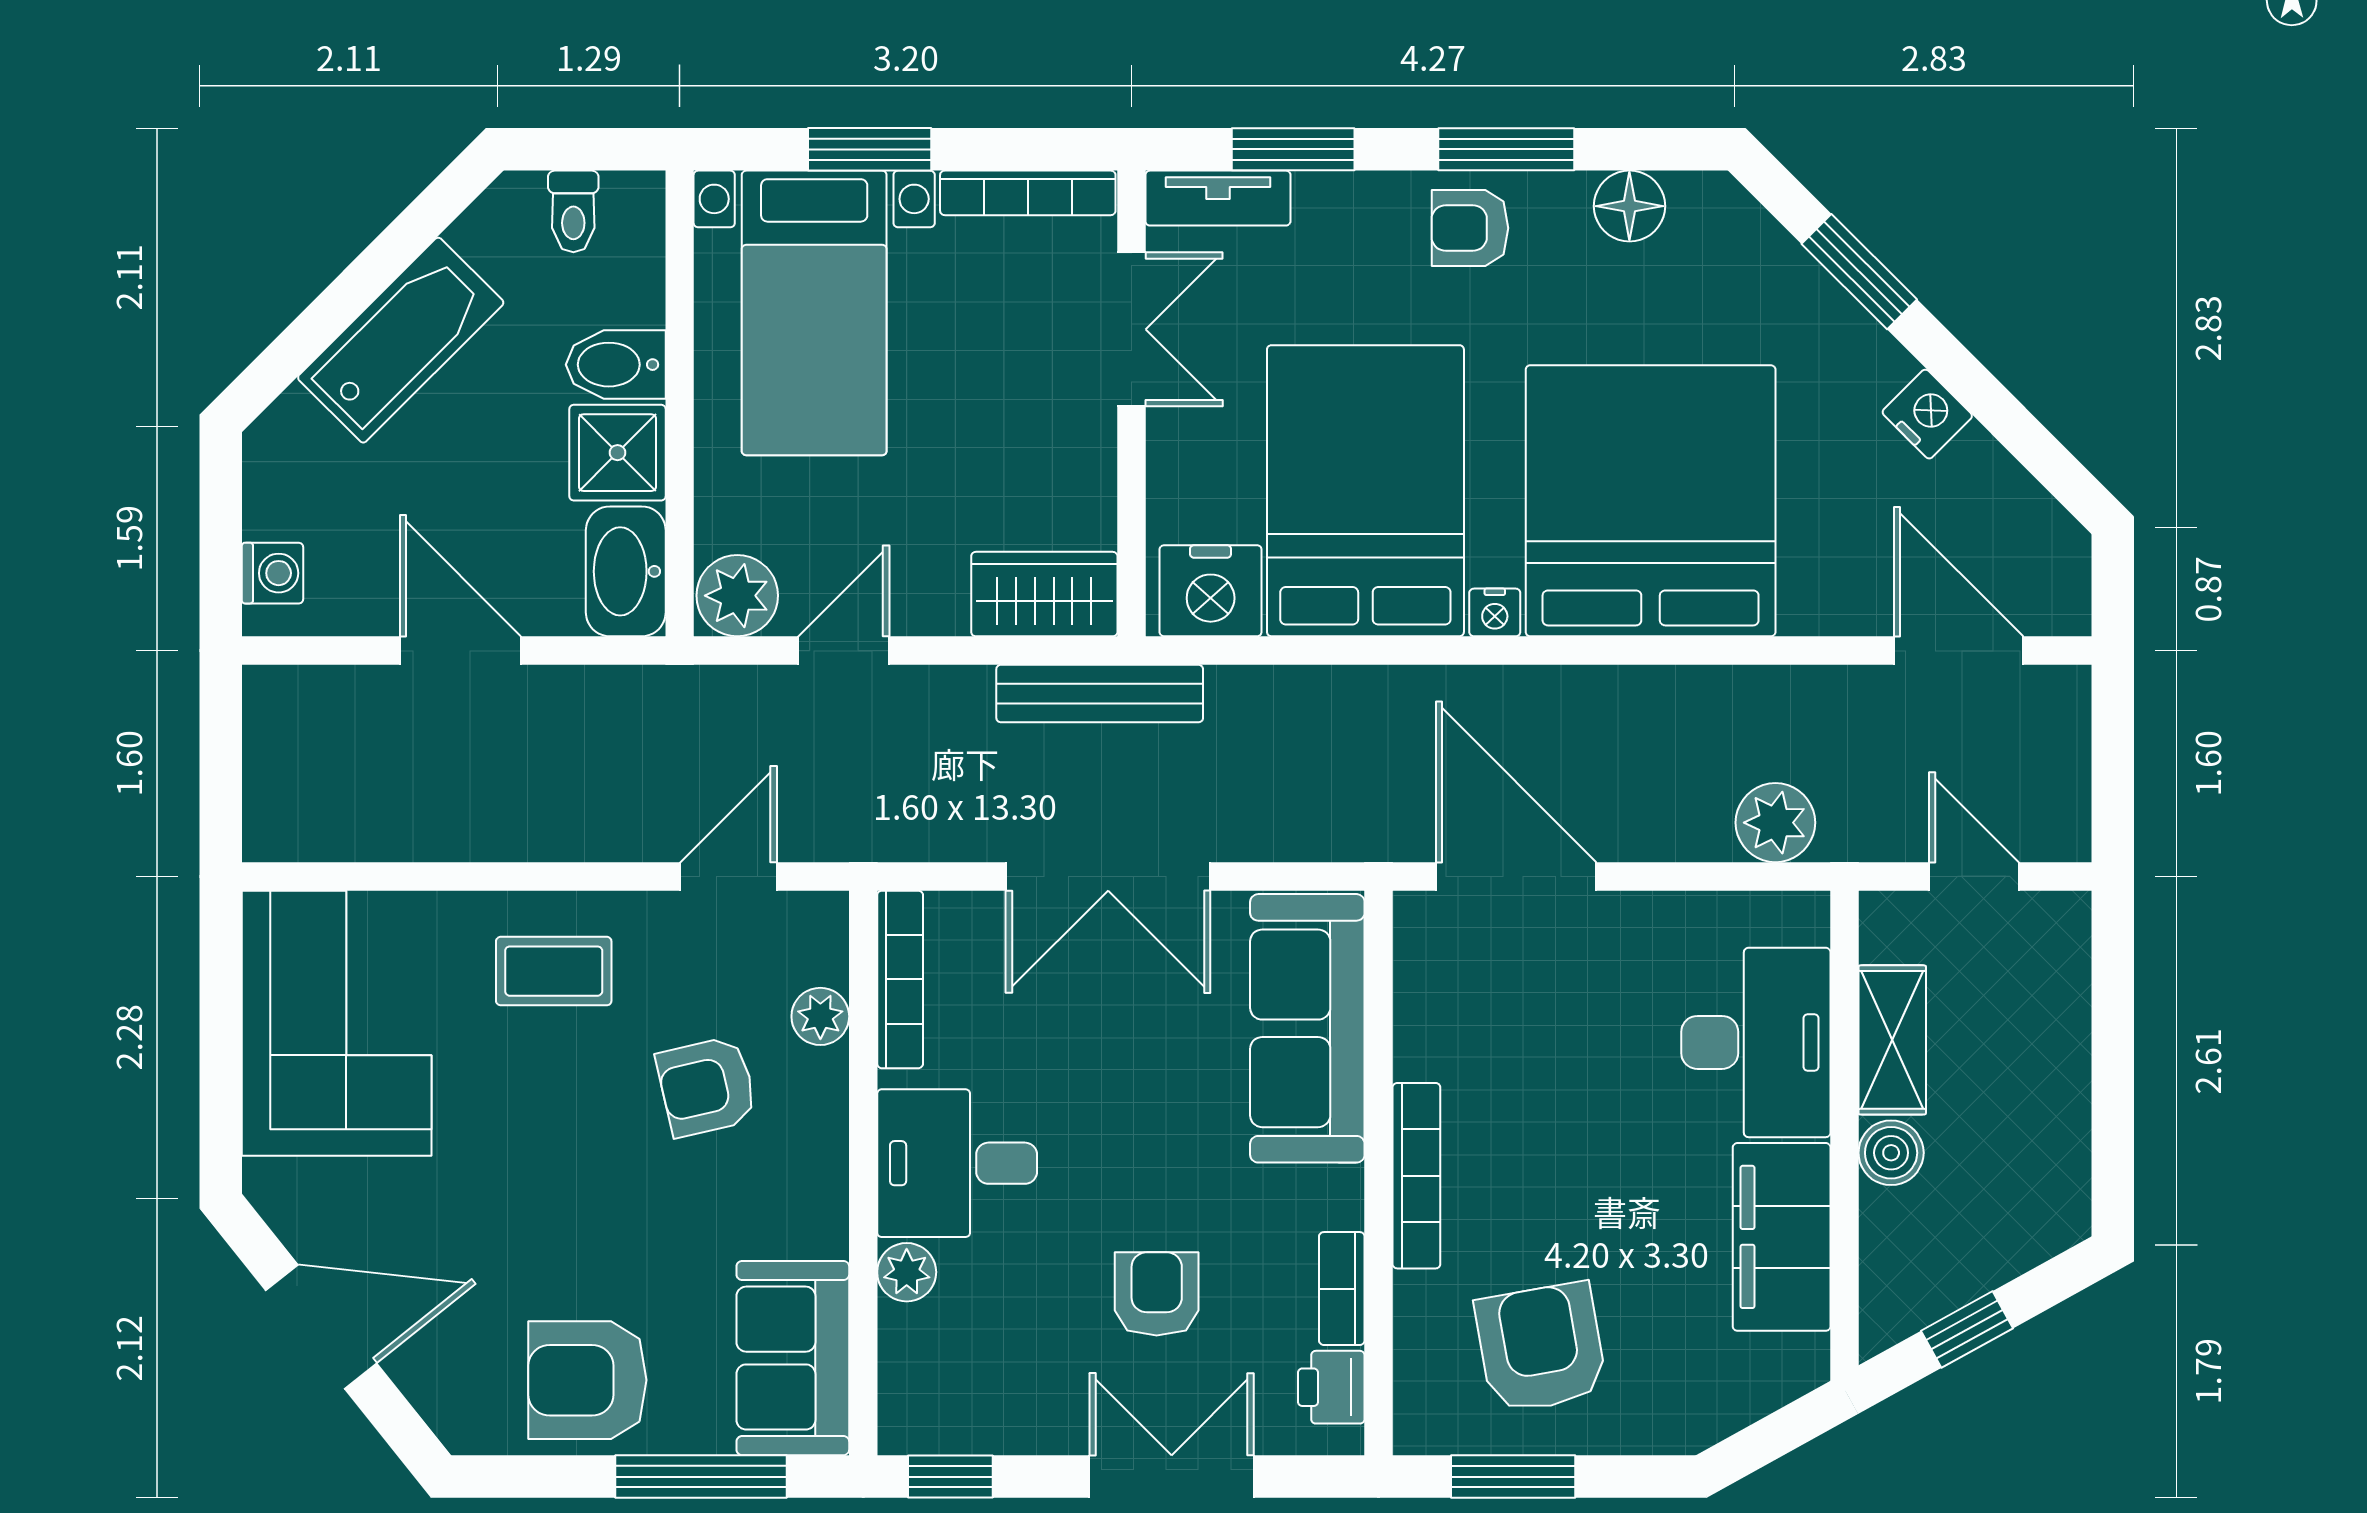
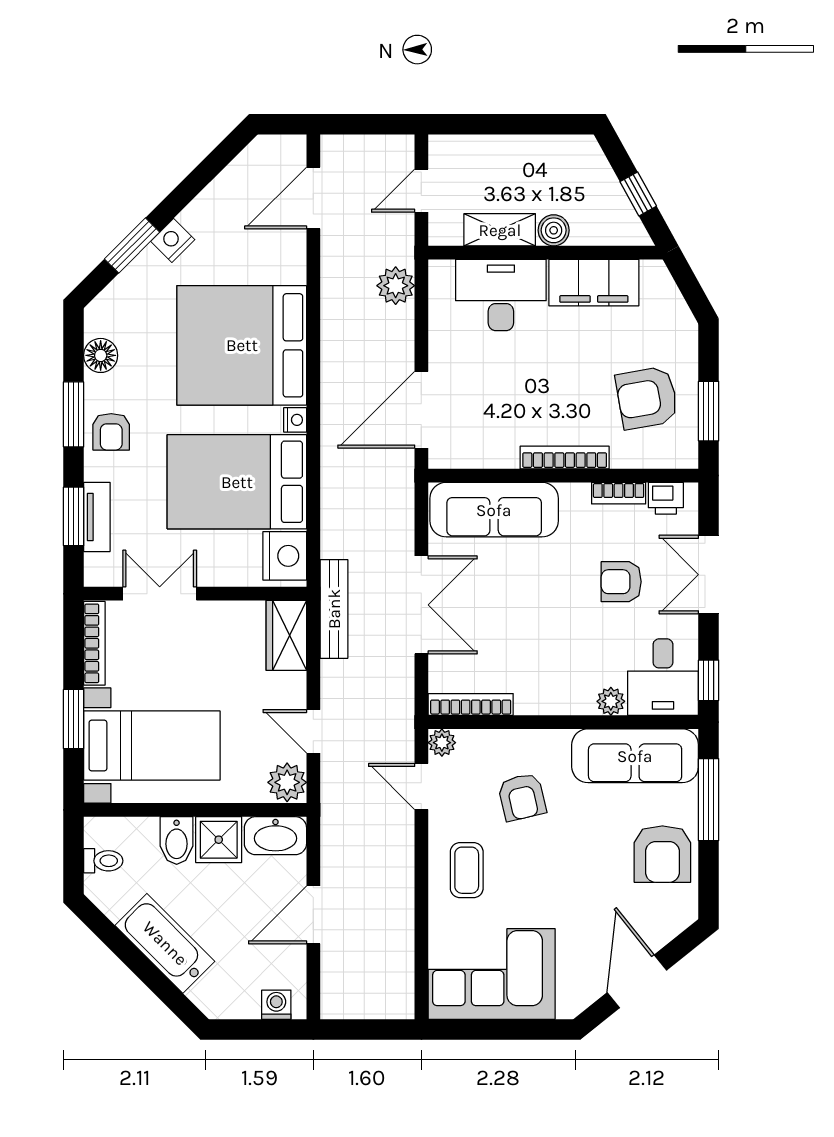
tv unit: (1218, 198) -> (97, 517), moved
nightstand: (1927, 414) -> (173, 240), moved
plant: (820, 1016) -> (442, 743), moved
desk: (957, 1163) -> (663, 677), moved
sofa: (793, 1358) -> (635, 756), width x1.36

